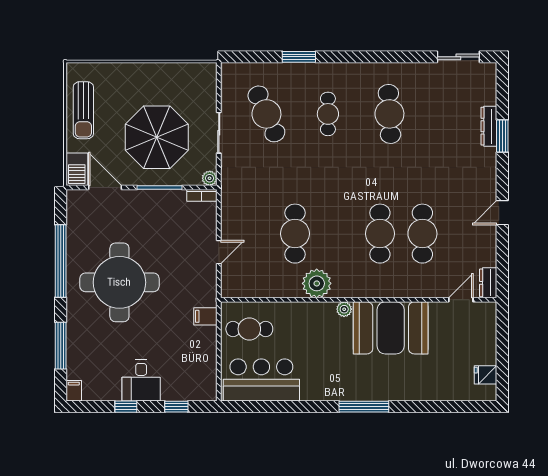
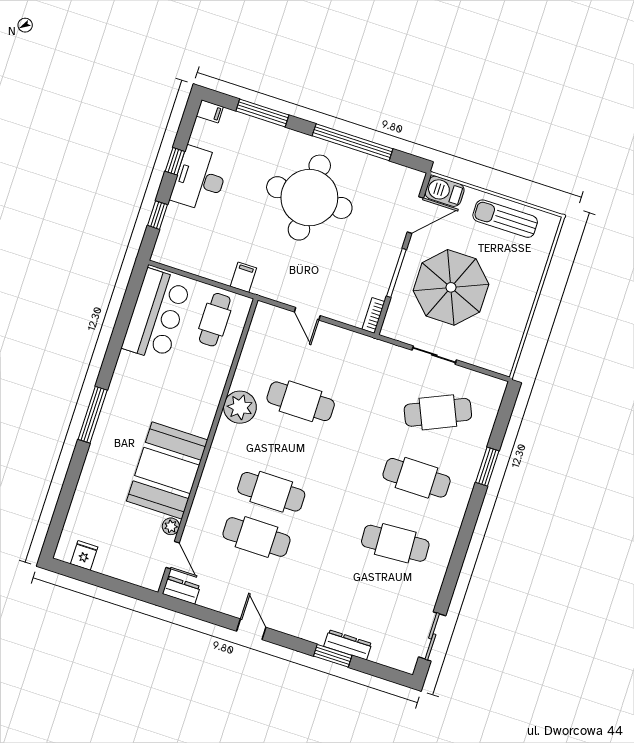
cafe table: (328, 114) -> (417, 478), width x1.37, depth x1.35
plant: (210, 178) -> (389, 329), removed
plant: (344, 309) -> (171, 526), moved
desk: (141, 381) -> (200, 179), width x1.37

